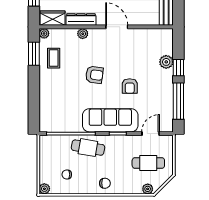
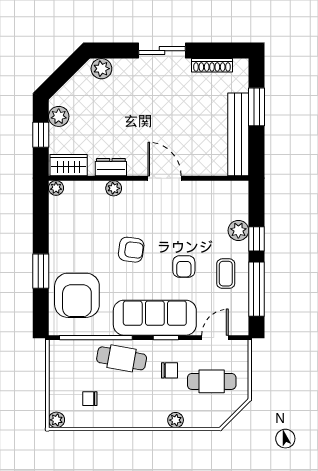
dresser: (81, 19) -> (111, 167), width x0.70
window: (34, 54) -> (41, 271), moved
coffee table: (54, 58) -> (226, 274), moved
armchair: (58, 105) -> (77, 295), added
chair: (105, 183) -> (169, 370), moved
plant: (148, 189) -> (176, 420), moved

